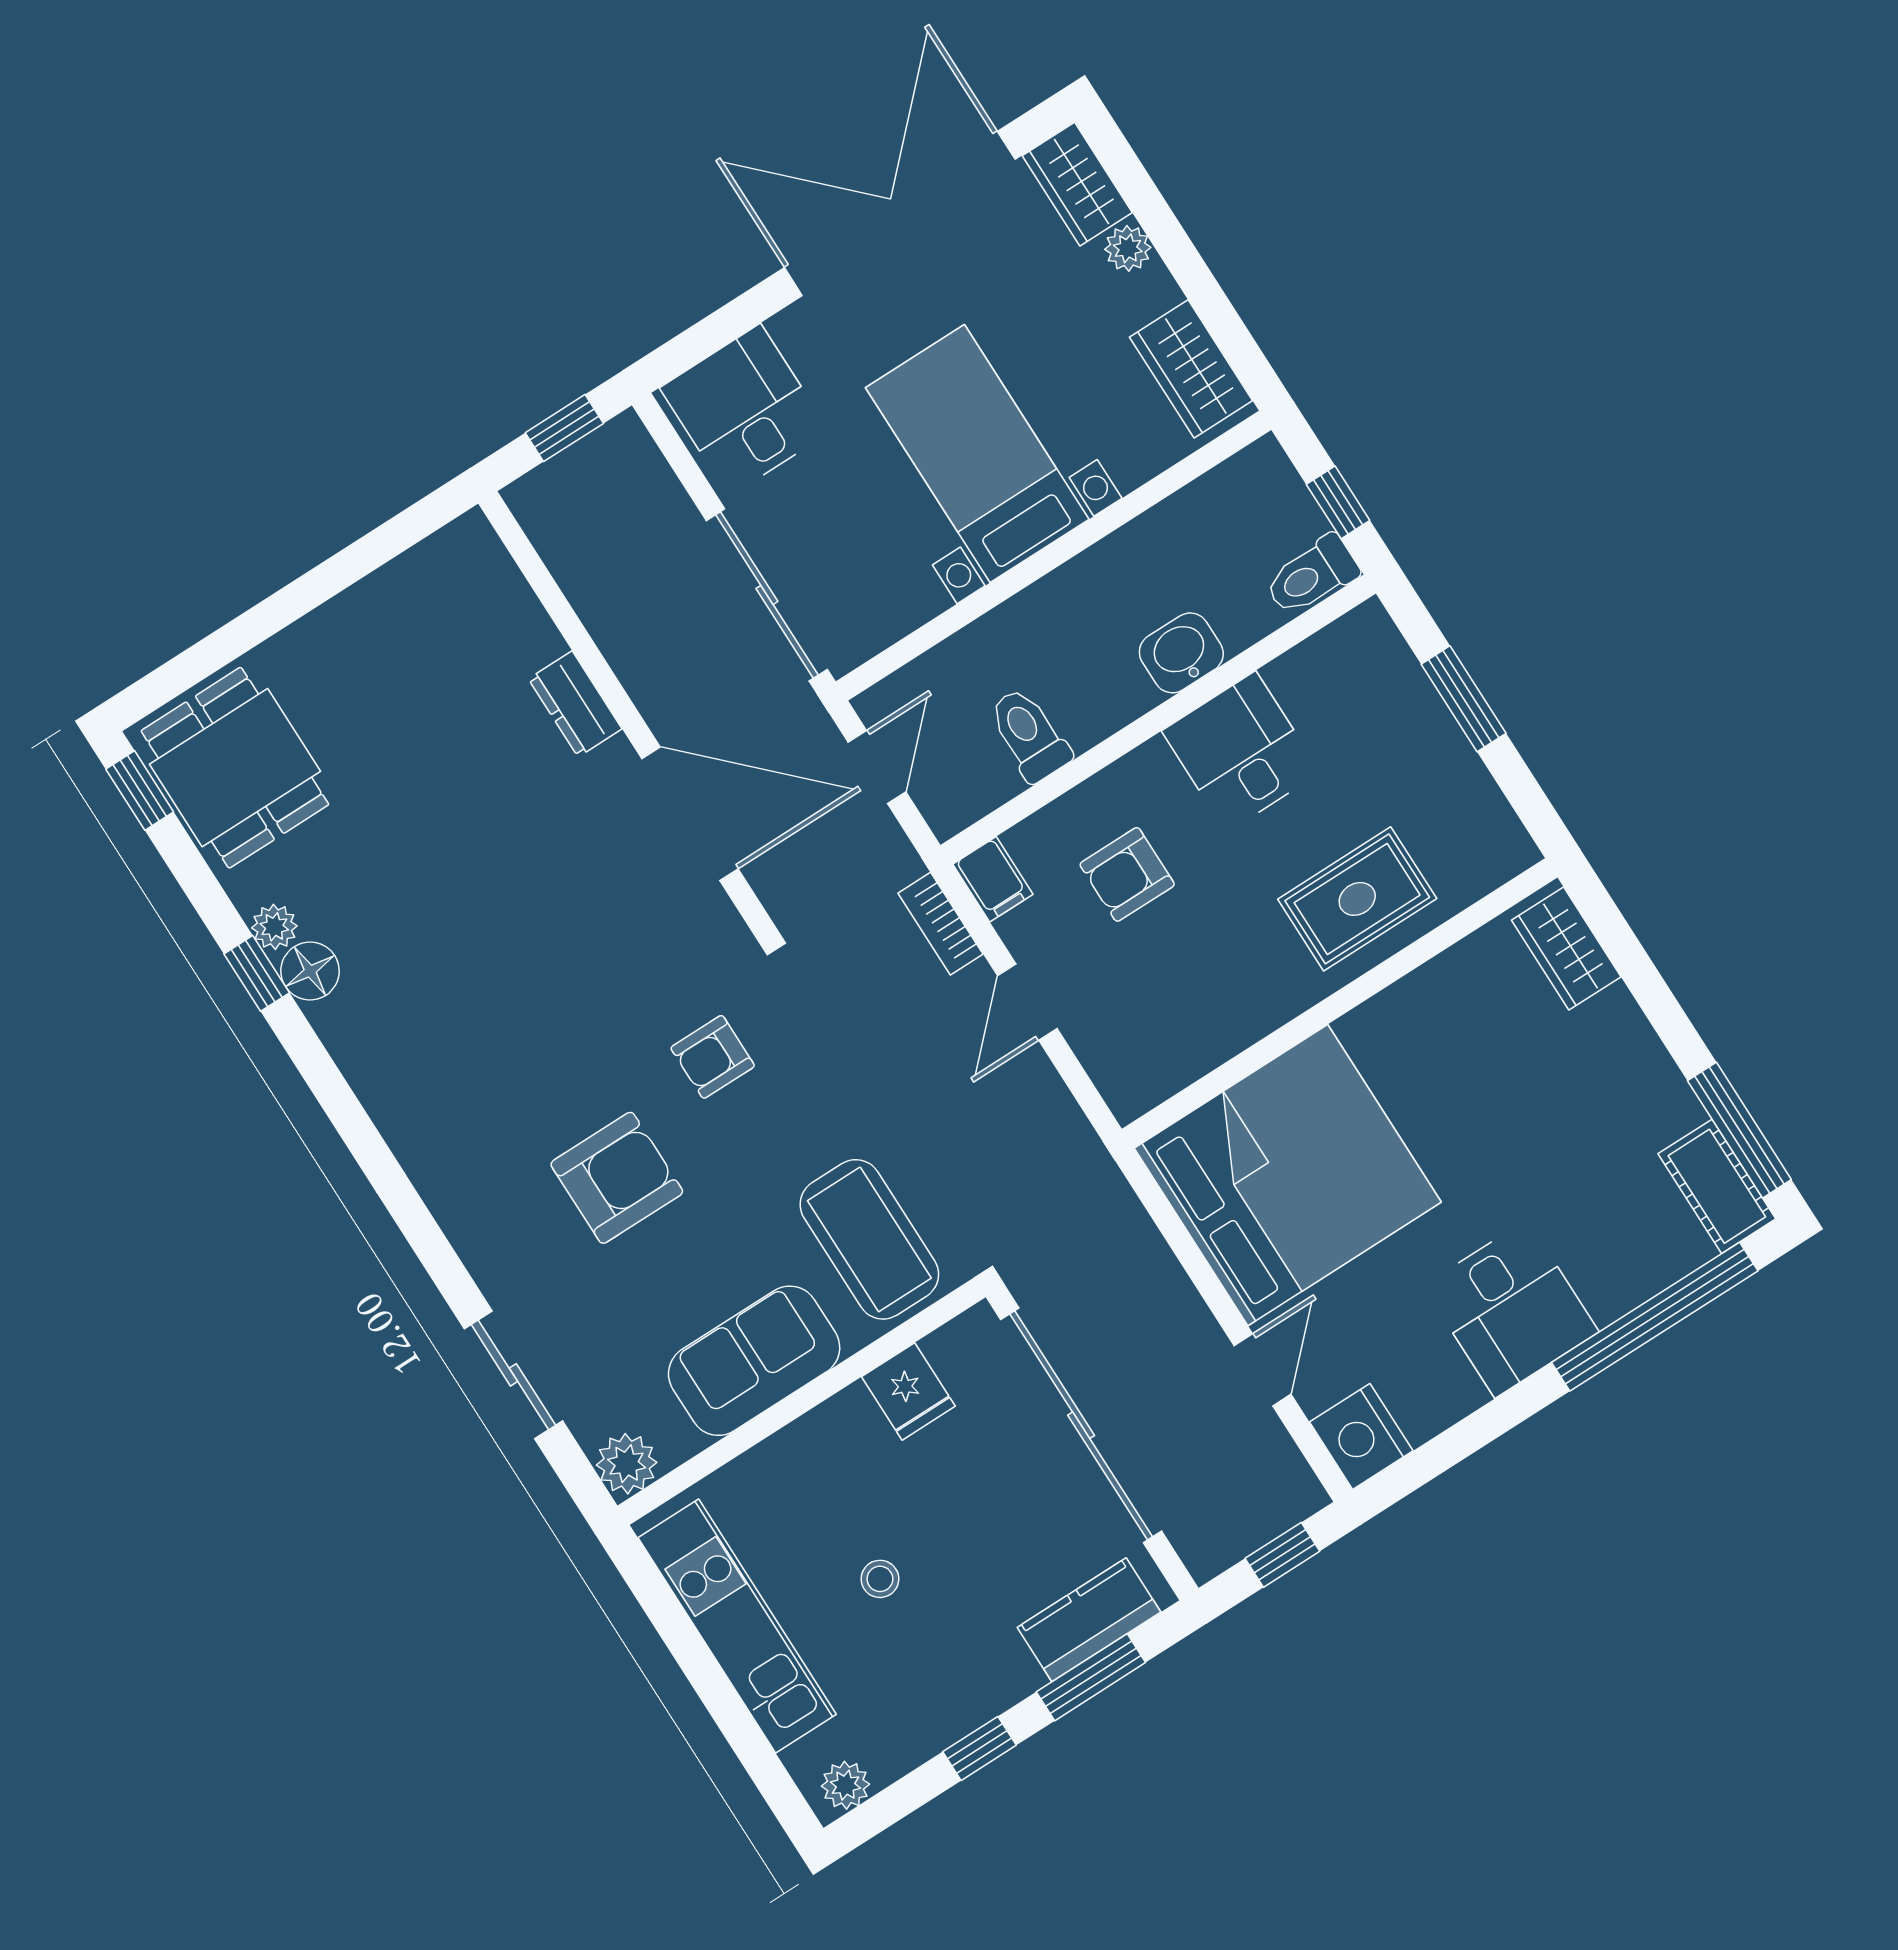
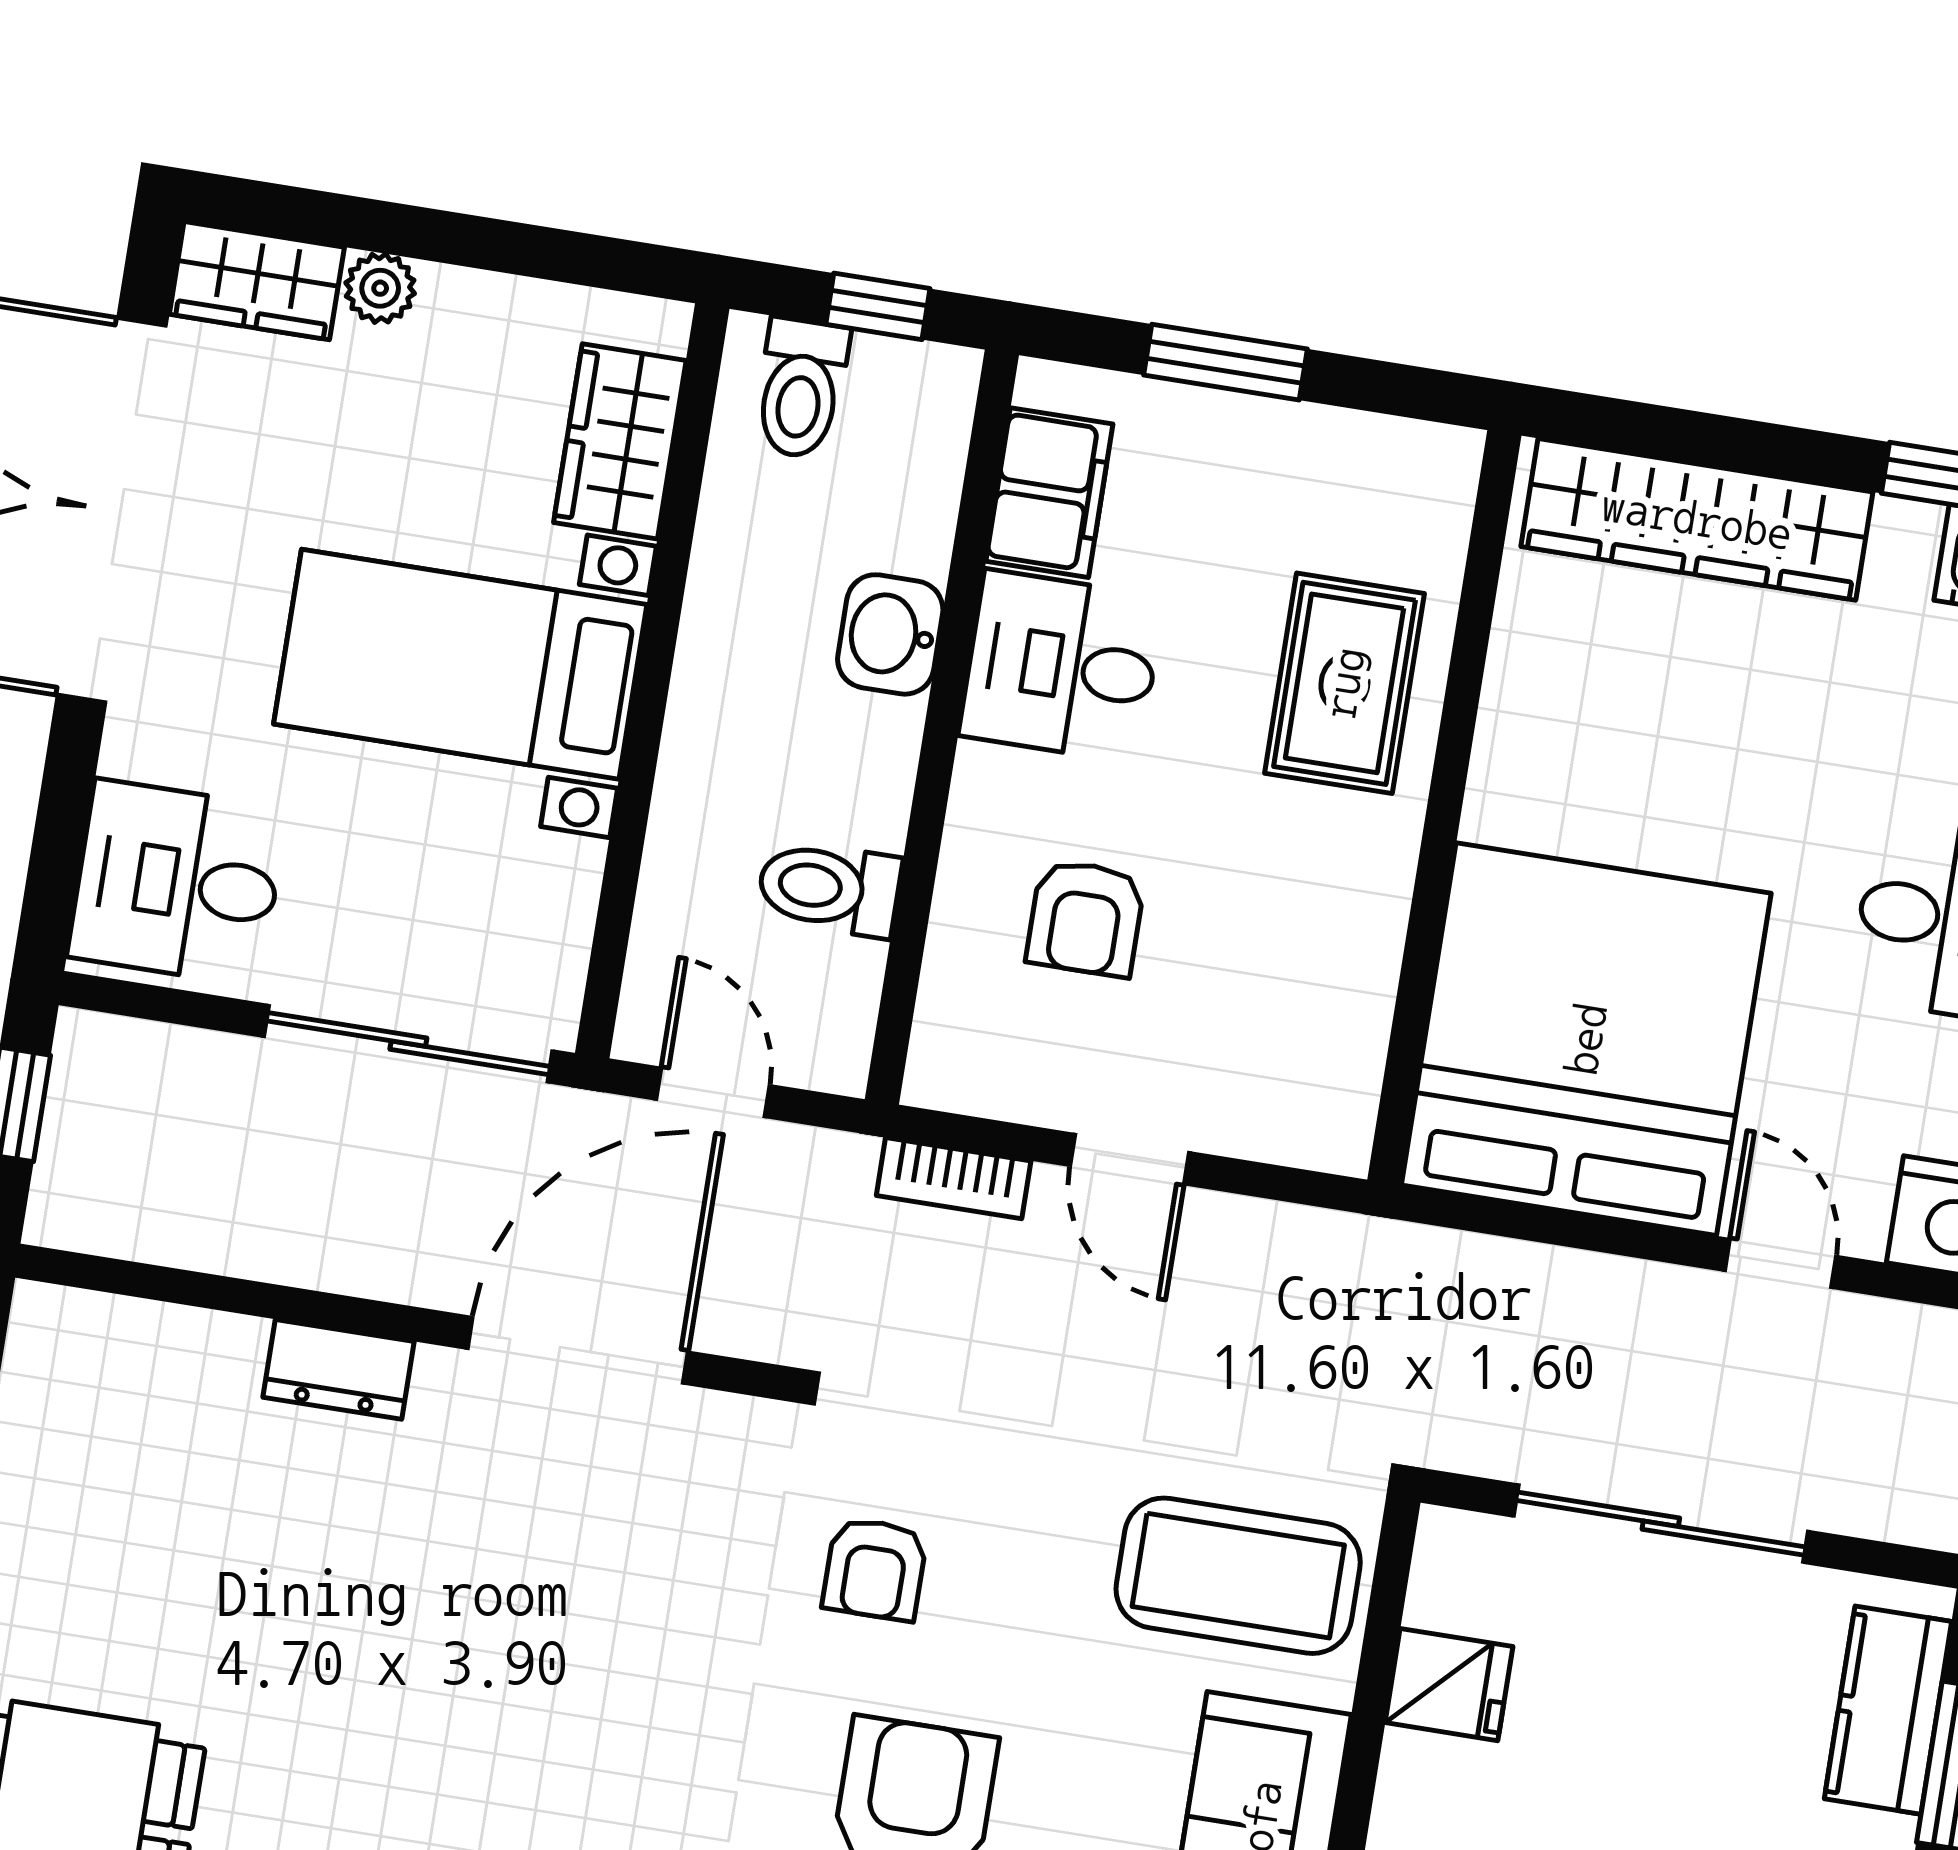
wardrobe: (1191, 369) -> (620, 441), moved, turned 90
toilet: (1312, 575) -> (801, 388), moved
filing cabinet: (993, 879) -> (1049, 493), moved, width x2.00
wardrobe: (1566, 949) -> (1697, 519), width x2.10, depth x1.17
sliding door: (1081, 1425) -> (1661, 1524), width x0.73

